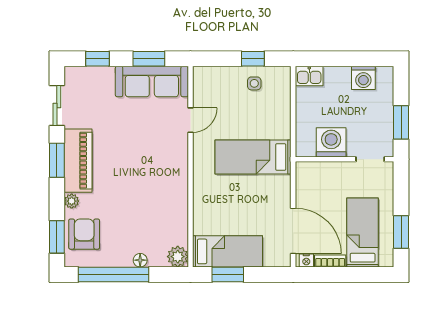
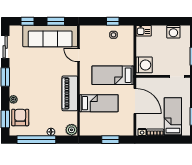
sofa: (152, 81) -> (50, 36), width x1.36, depth x1.27
door: (190, 120) -> (79, 55), swing flipped
washing machine: (331, 142) -> (144, 65), moved, turned 90
piano: (78, 161) -> (70, 93), moved, turned 180
door: (293, 231) -> (135, 101), moved
bed: (228, 251) -> (99, 103), moved
window: (228, 274) -> (110, 140), moved

